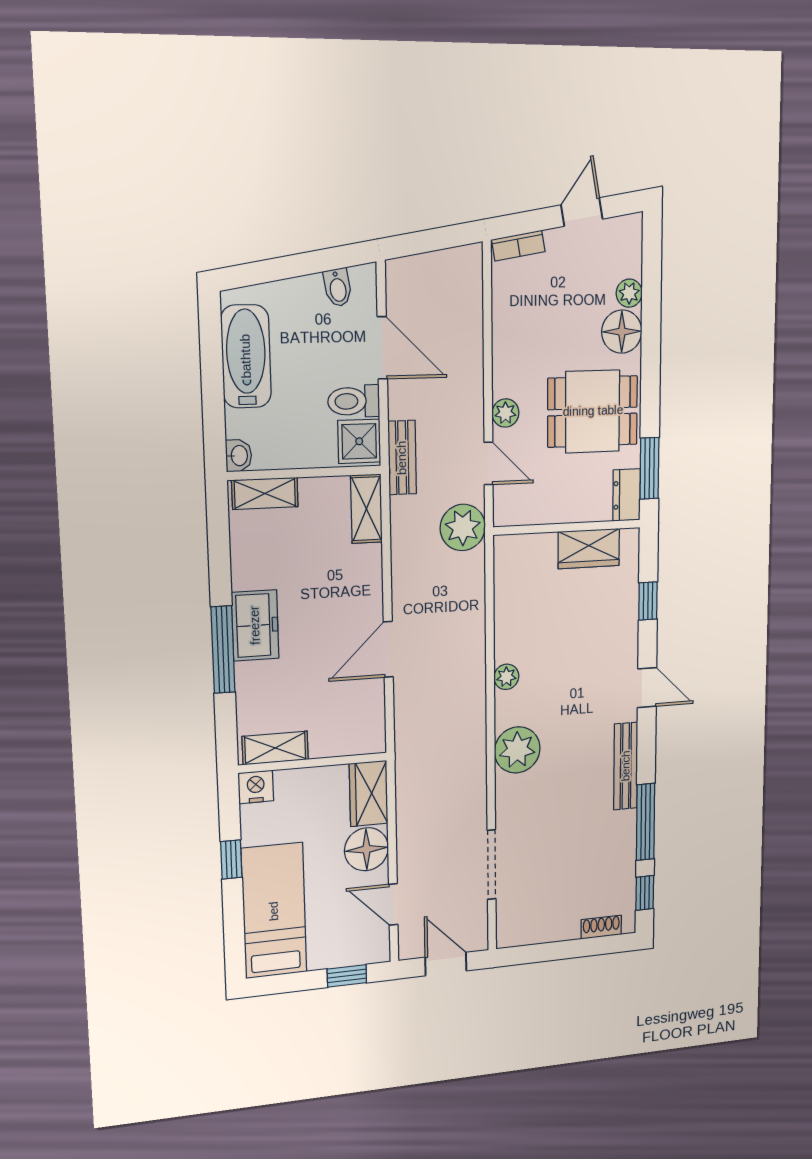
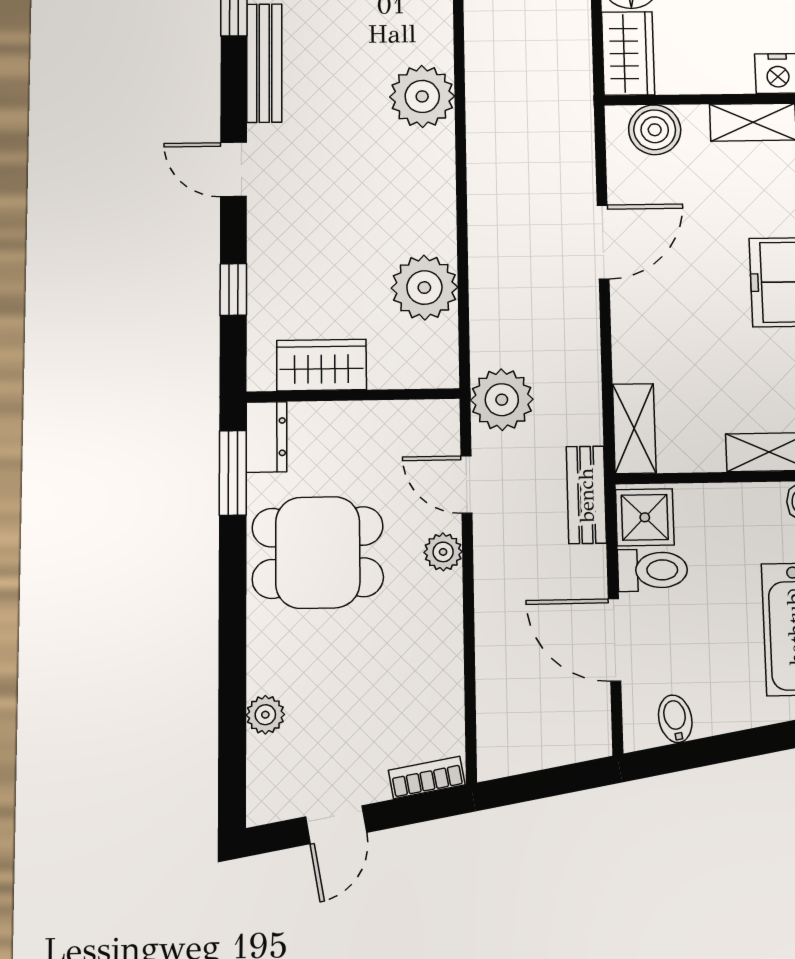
floor lamp: (622, 332) -> (276, 662), removed
plant: (506, 677) -> (424, 288), moved, width x1.87, depth x1.87
boiler: (349, 737) -> (655, 130), added

